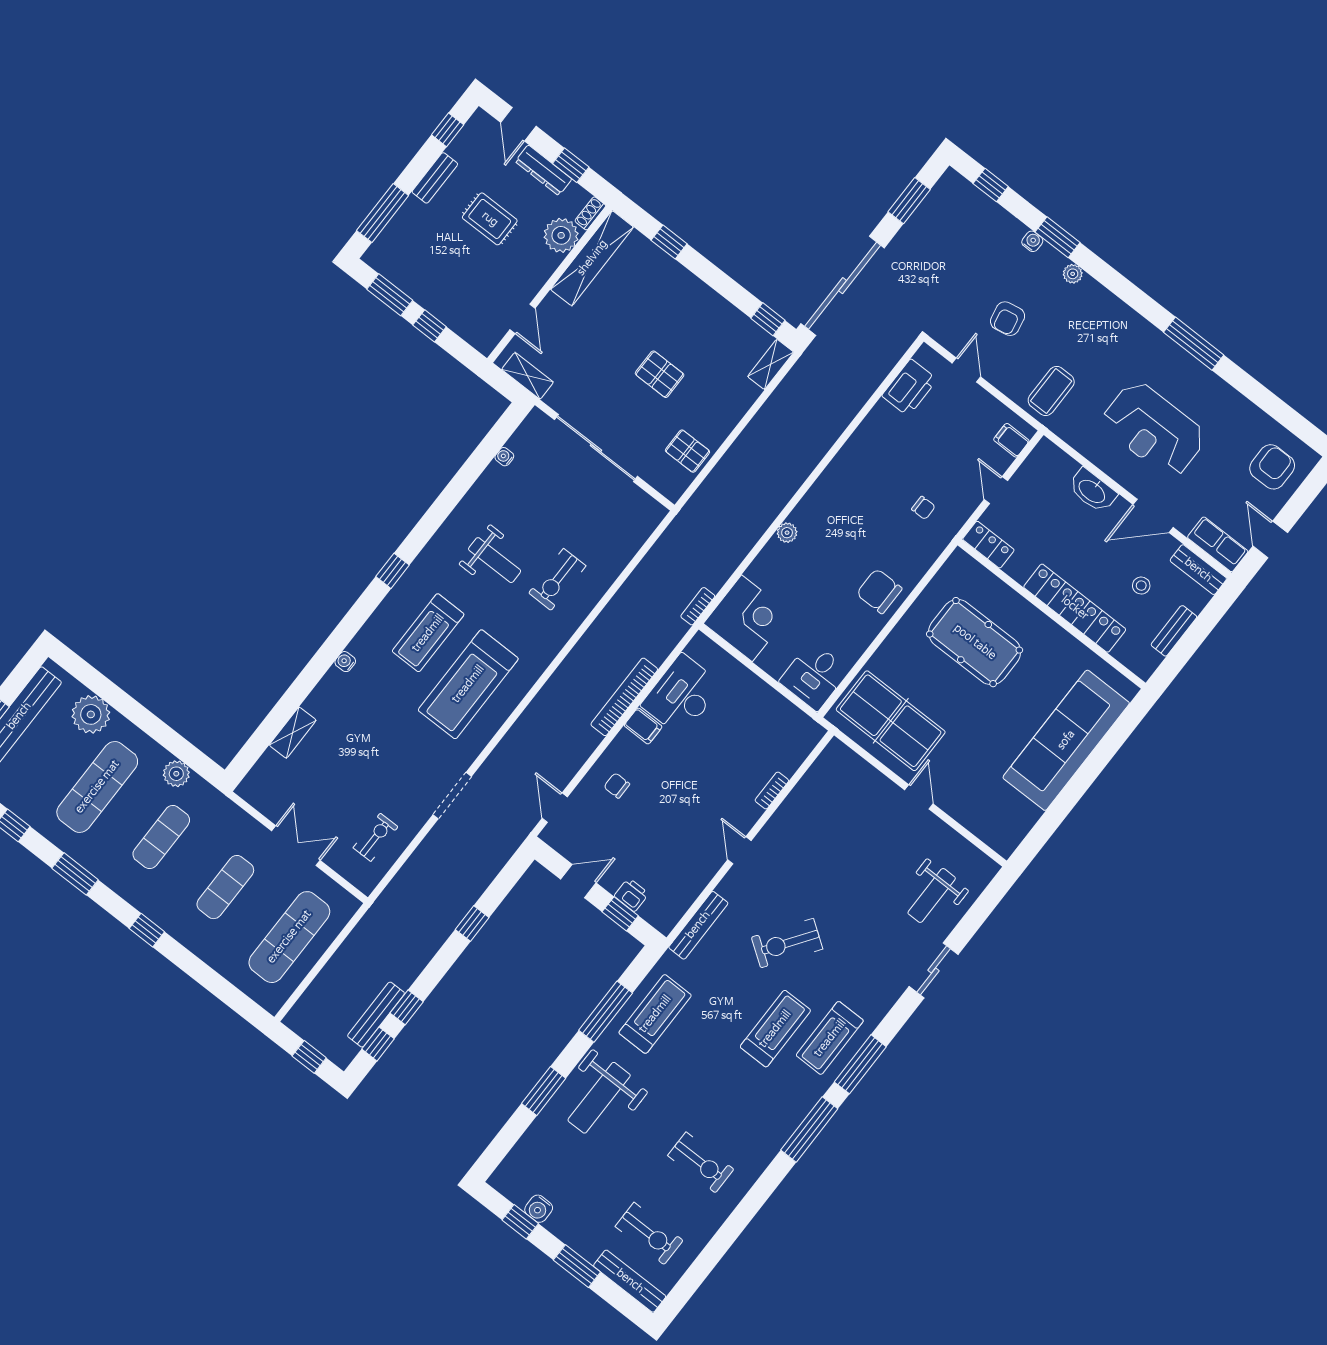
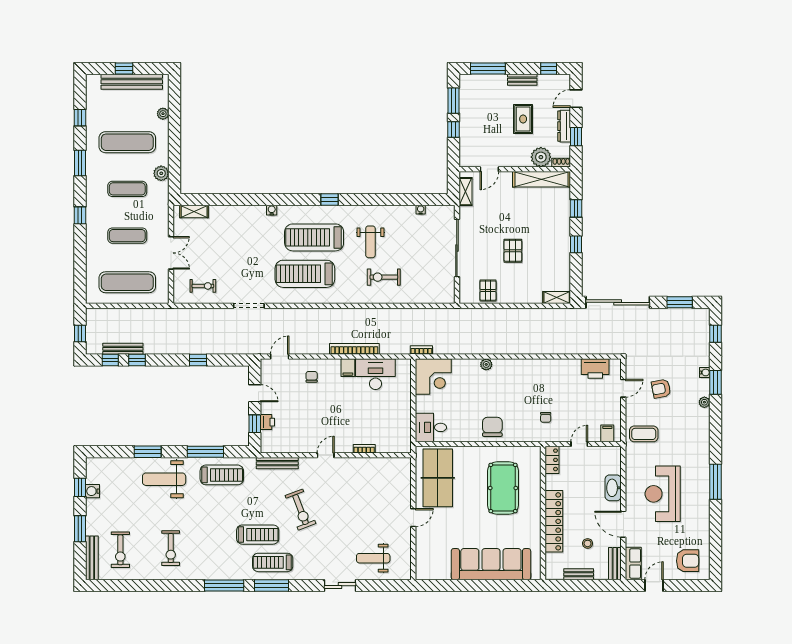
window: (768, 319) -> (576, 244), moved
treadmill: (428, 633) -> (314, 237), width x1.37, depth x1.38
plant: (91, 714) -> (163, 114), width x0.53, depth x0.53
shelving: (293, 733) -> (194, 211), moved
exercise bike: (787, 943) -> (301, 510), turned -146

